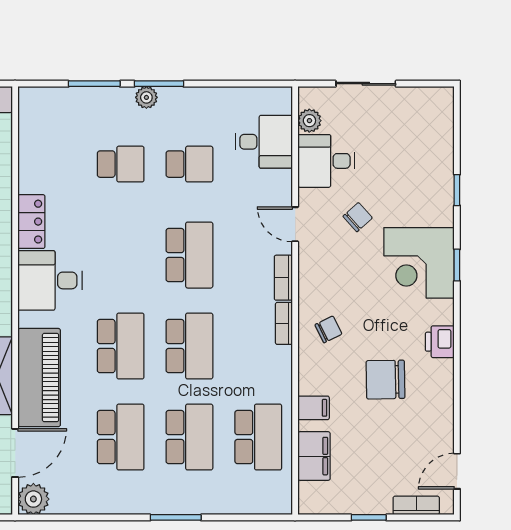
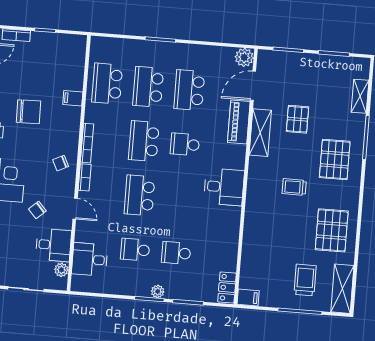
locker: (31, 222) -> (227, 288), moved
bookcase: (284, 323) -> (87, 143), width x1.56
chair: (328, 329) -> (61, 163), moved
school desk: (121, 346) -> (185, 144), width x0.54
piano: (39, 378) -> (239, 122), width x0.73, depth x0.75
filing cabinet: (314, 456) -> (75, 70), removed

